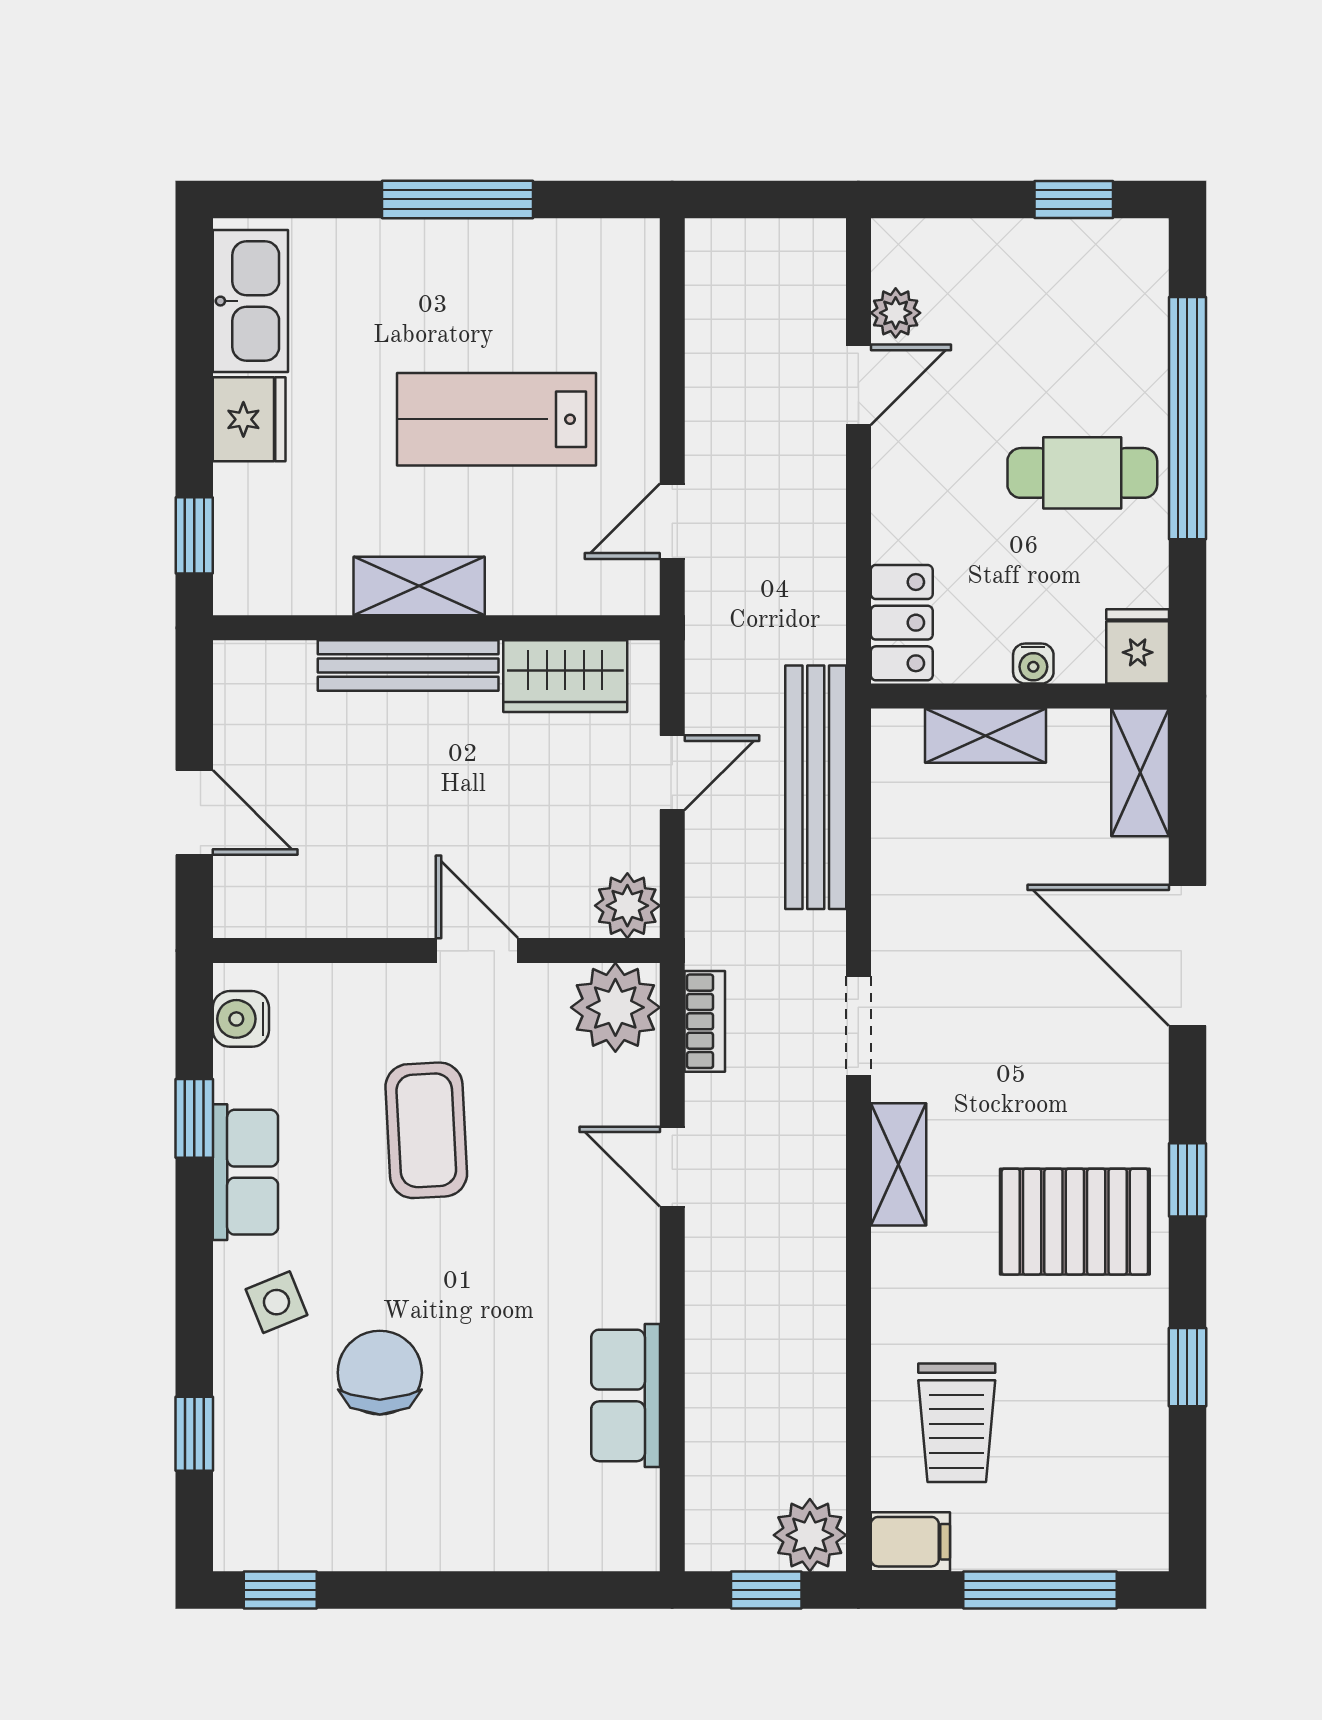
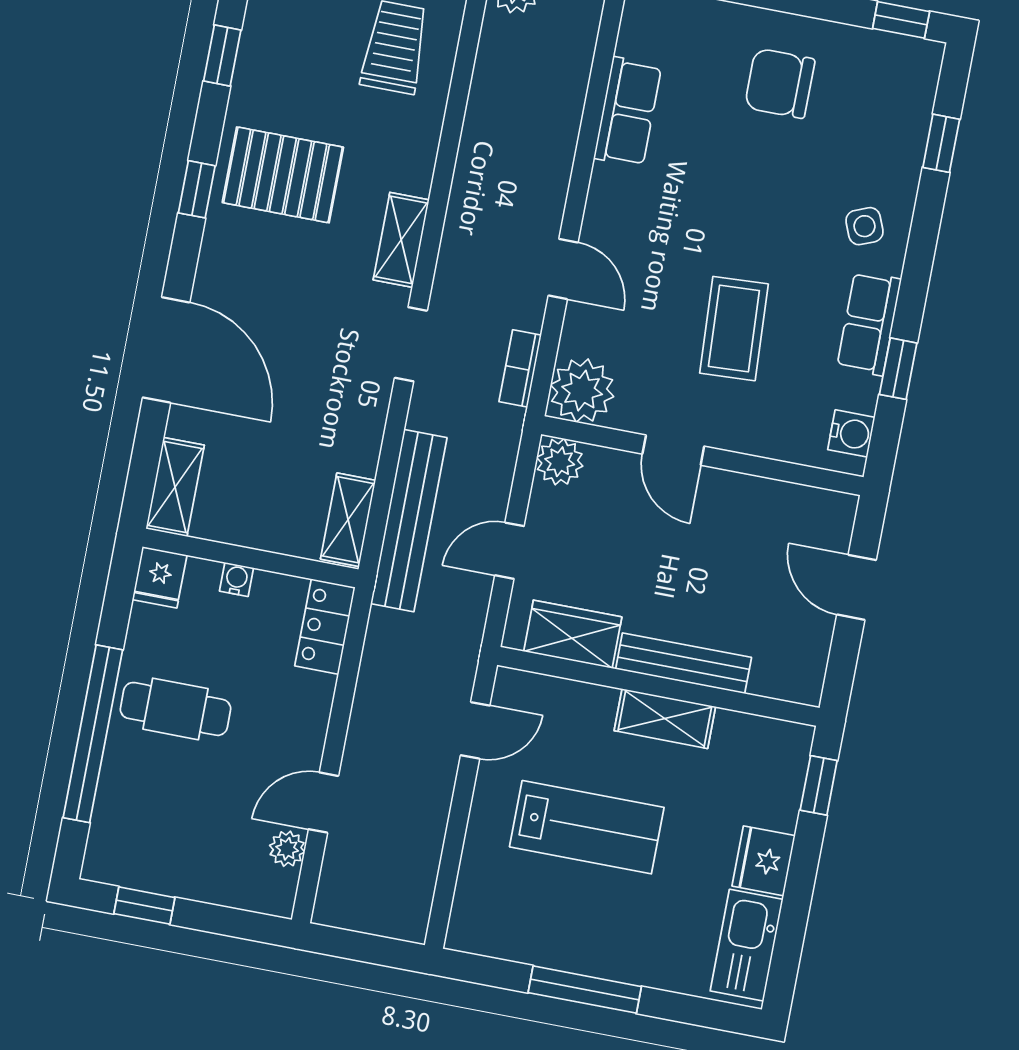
shelving: (985, 736) -> (348, 520), moved, turned 90
chair: (380, 1373) -> (780, 83), moved, turned 90

